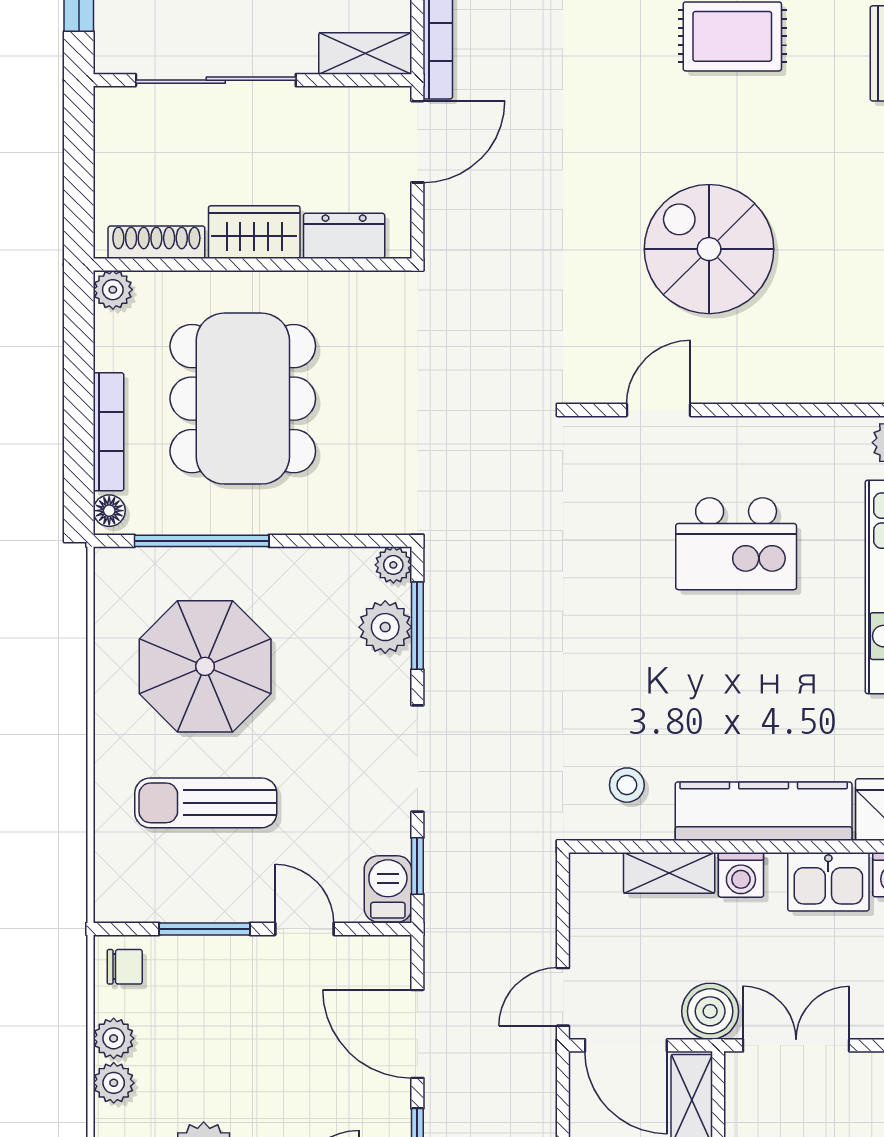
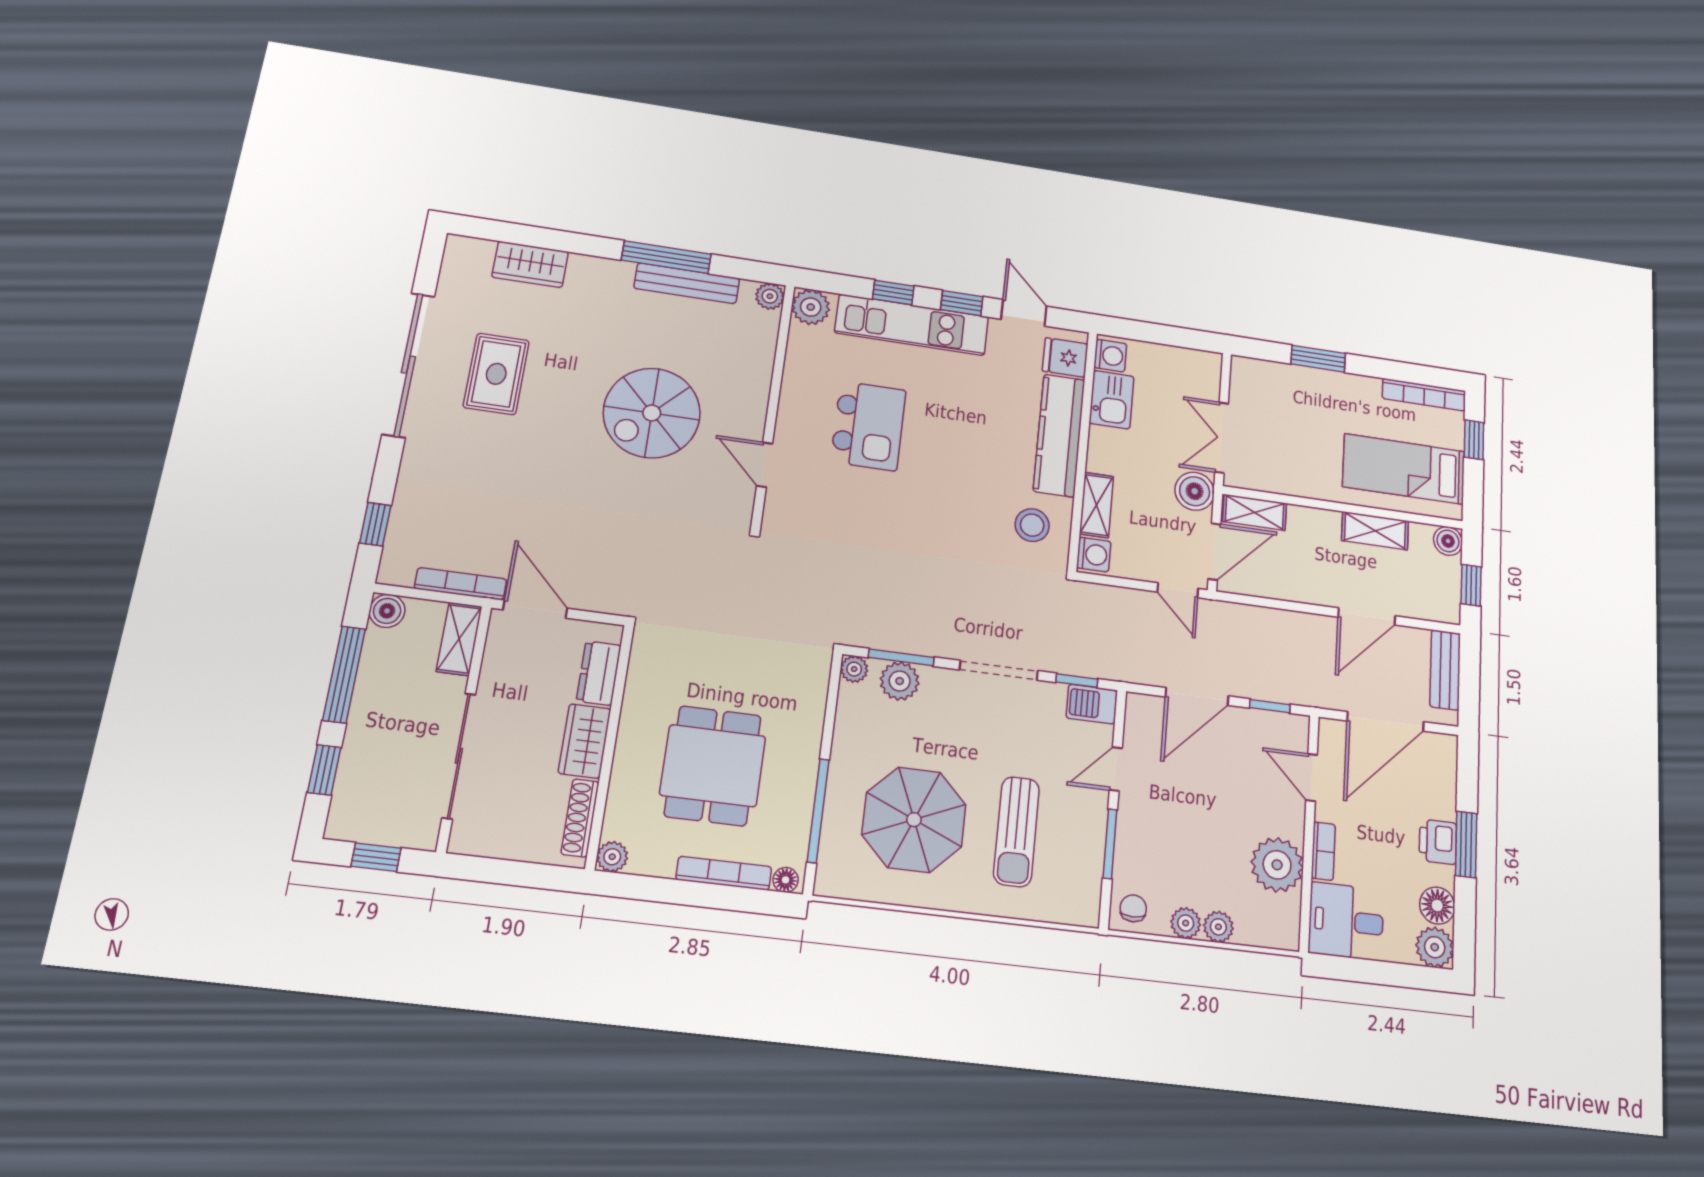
dining table: (243, 399) -> (713, 766), width x0.73
stool: (627, 785) -> (1032, 525), width x1.37, depth x1.37
washing machine: (741, 875) -> (1094, 555), moved

